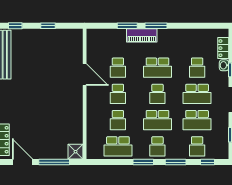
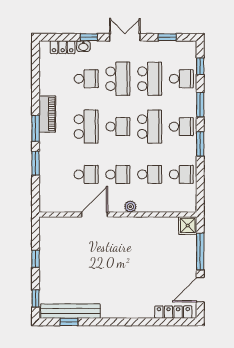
piano: (142, 35) -> (47, 114), moved
plant: (91, 104) -> (130, 207), added
school desk: (118, 146) -> (181, 174), width x0.54

